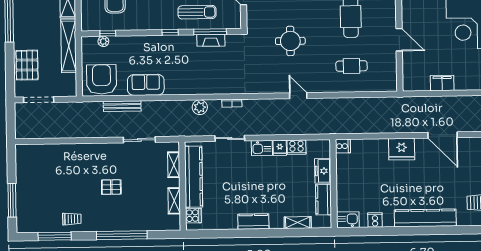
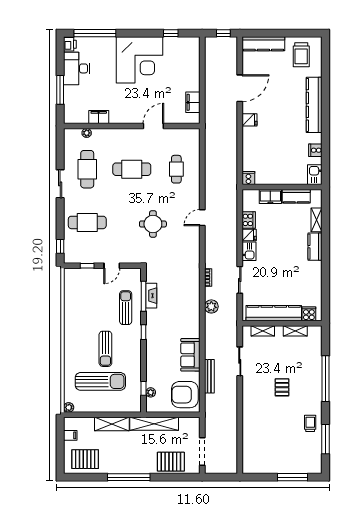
filing cabinet: (442, 83) -> (193, 102), moved
fridge: (402, 149) -> (249, 120), width x0.53, depth x0.75
kitchen counter: (253, 222) -> (315, 247), moved

